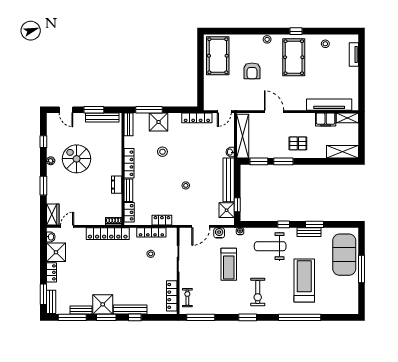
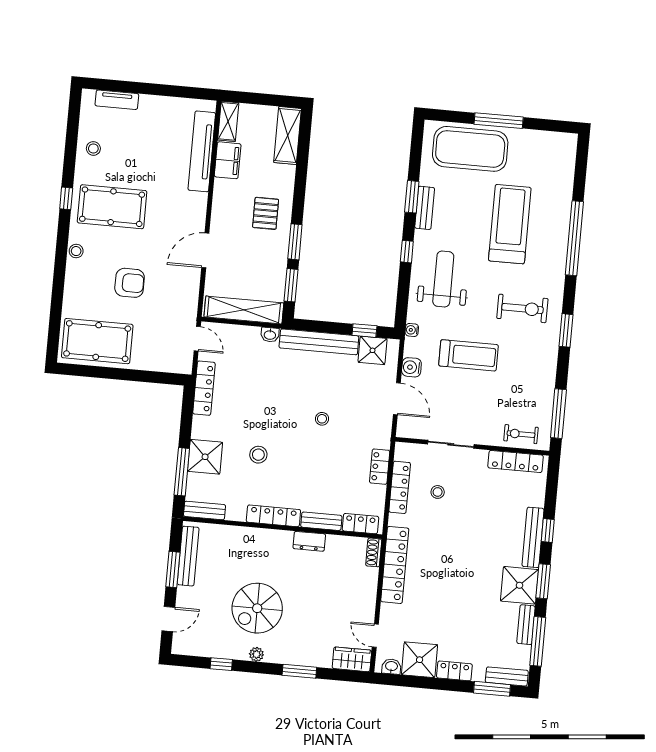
weight bench: (270, 246) -> (443, 279), turned 180
treadmill: (304, 281) -> (510, 224), turned 90

